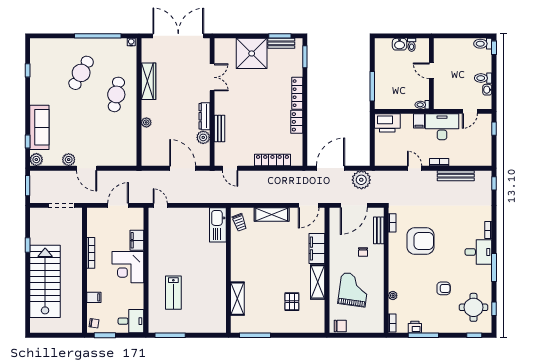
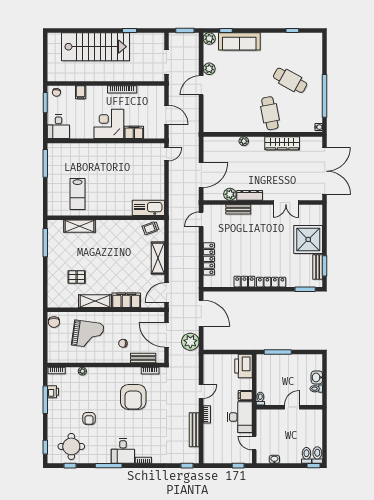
toilet: (483, 78) -> (306, 455), moved
cafe table: (116, 94) -> (270, 113), turned 69
door: (309, 205) -> (166, 293), hinge flipped
lab bench: (173, 293) -> (77, 194), moved, turned -90

